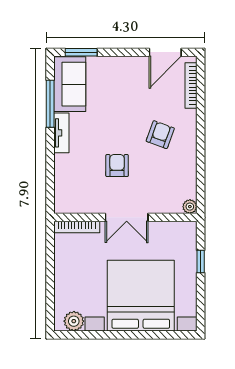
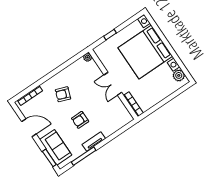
door: (165, 52) -> (29, 128), moved
sofa: (70, 84) -> (56, 147), moved, turned 90
armchair: (117, 166) -> (80, 120), moved
double door: (127, 217) -> (113, 84), swing flipped

